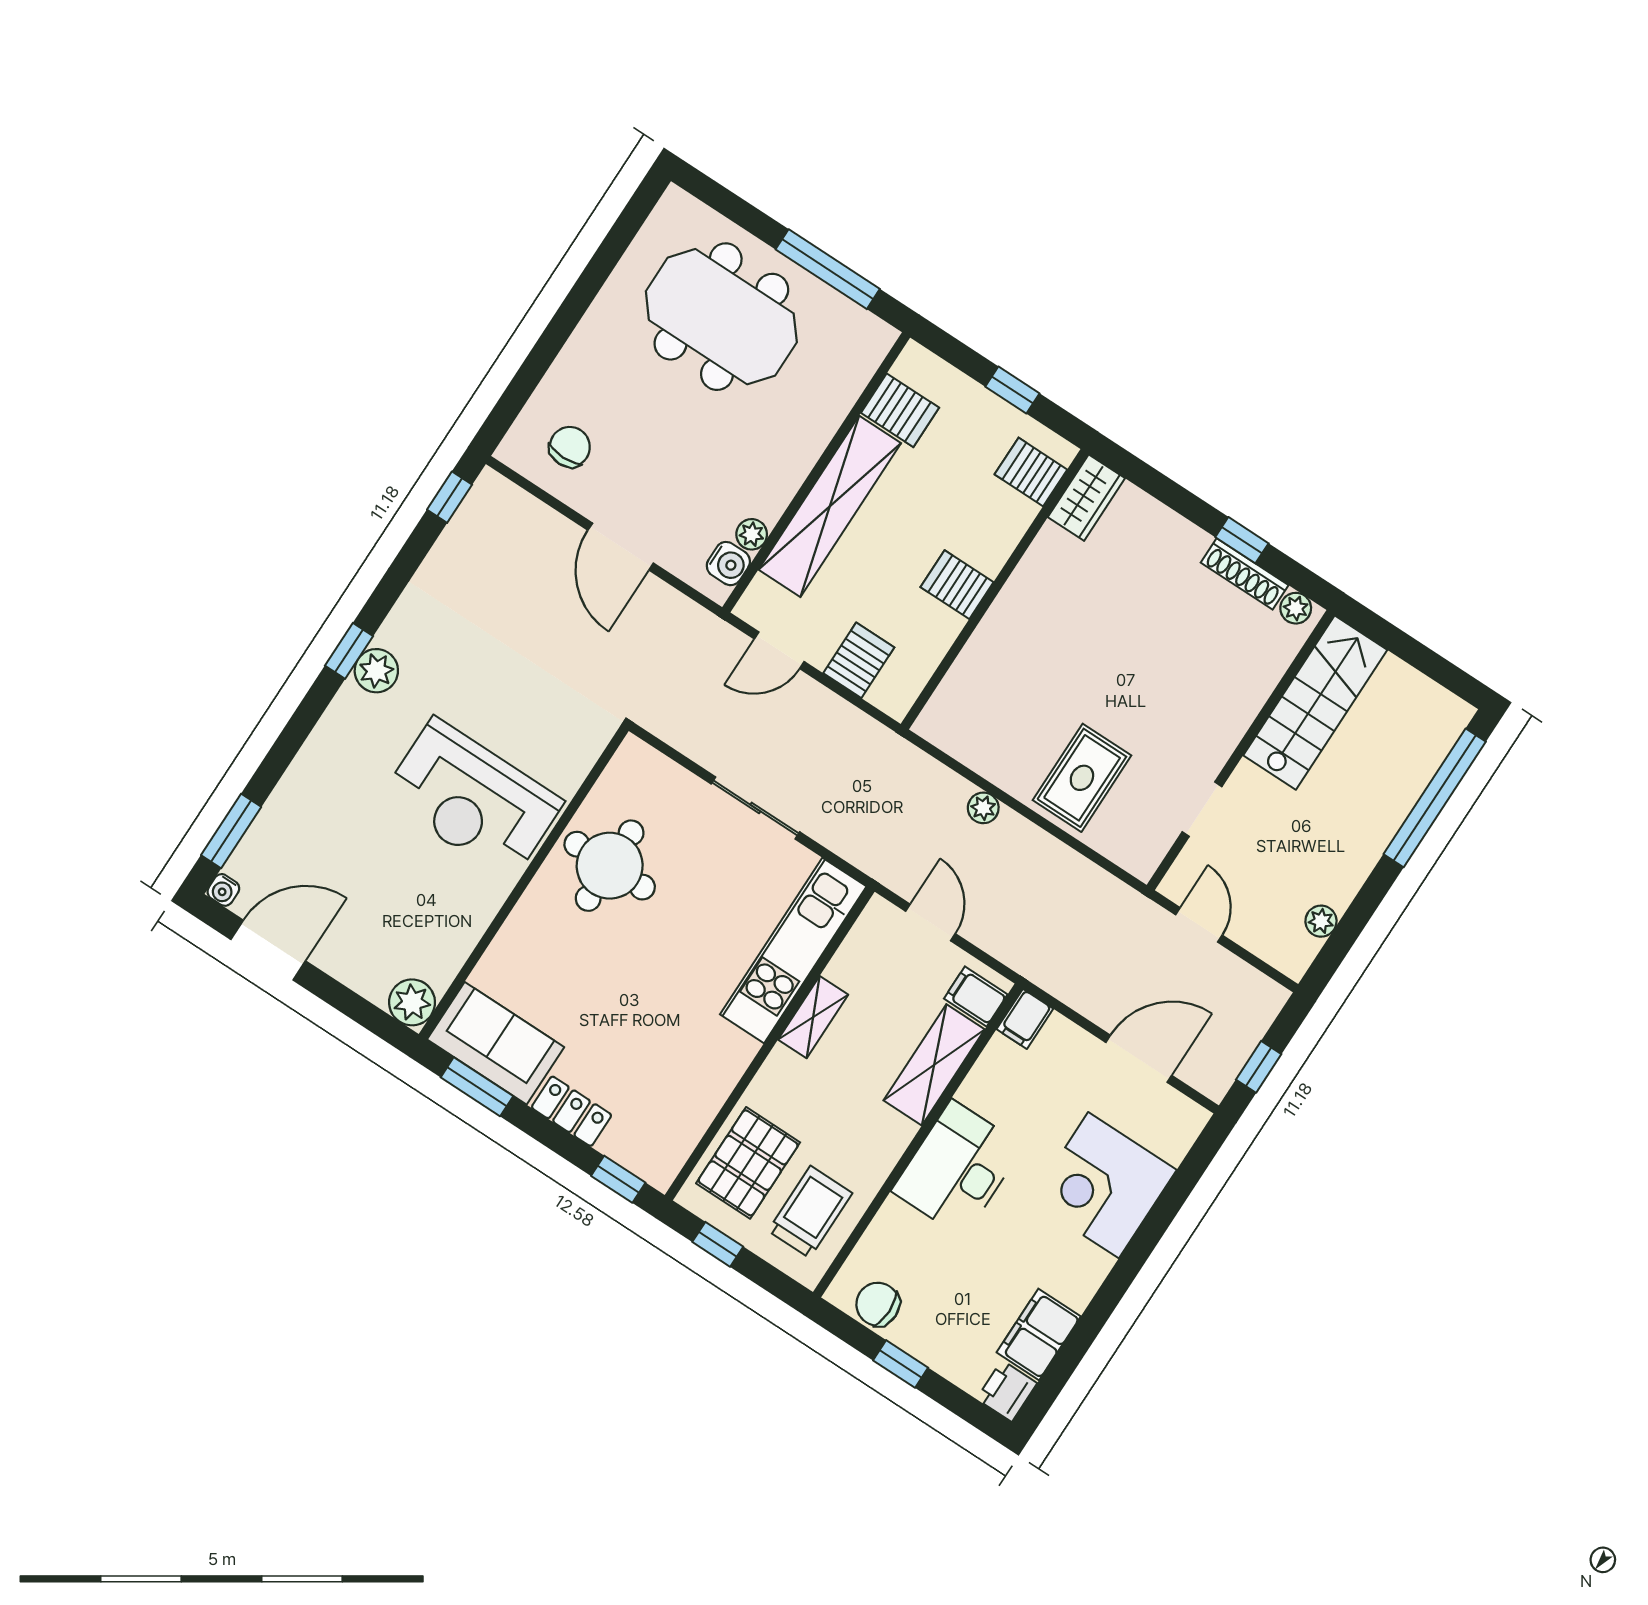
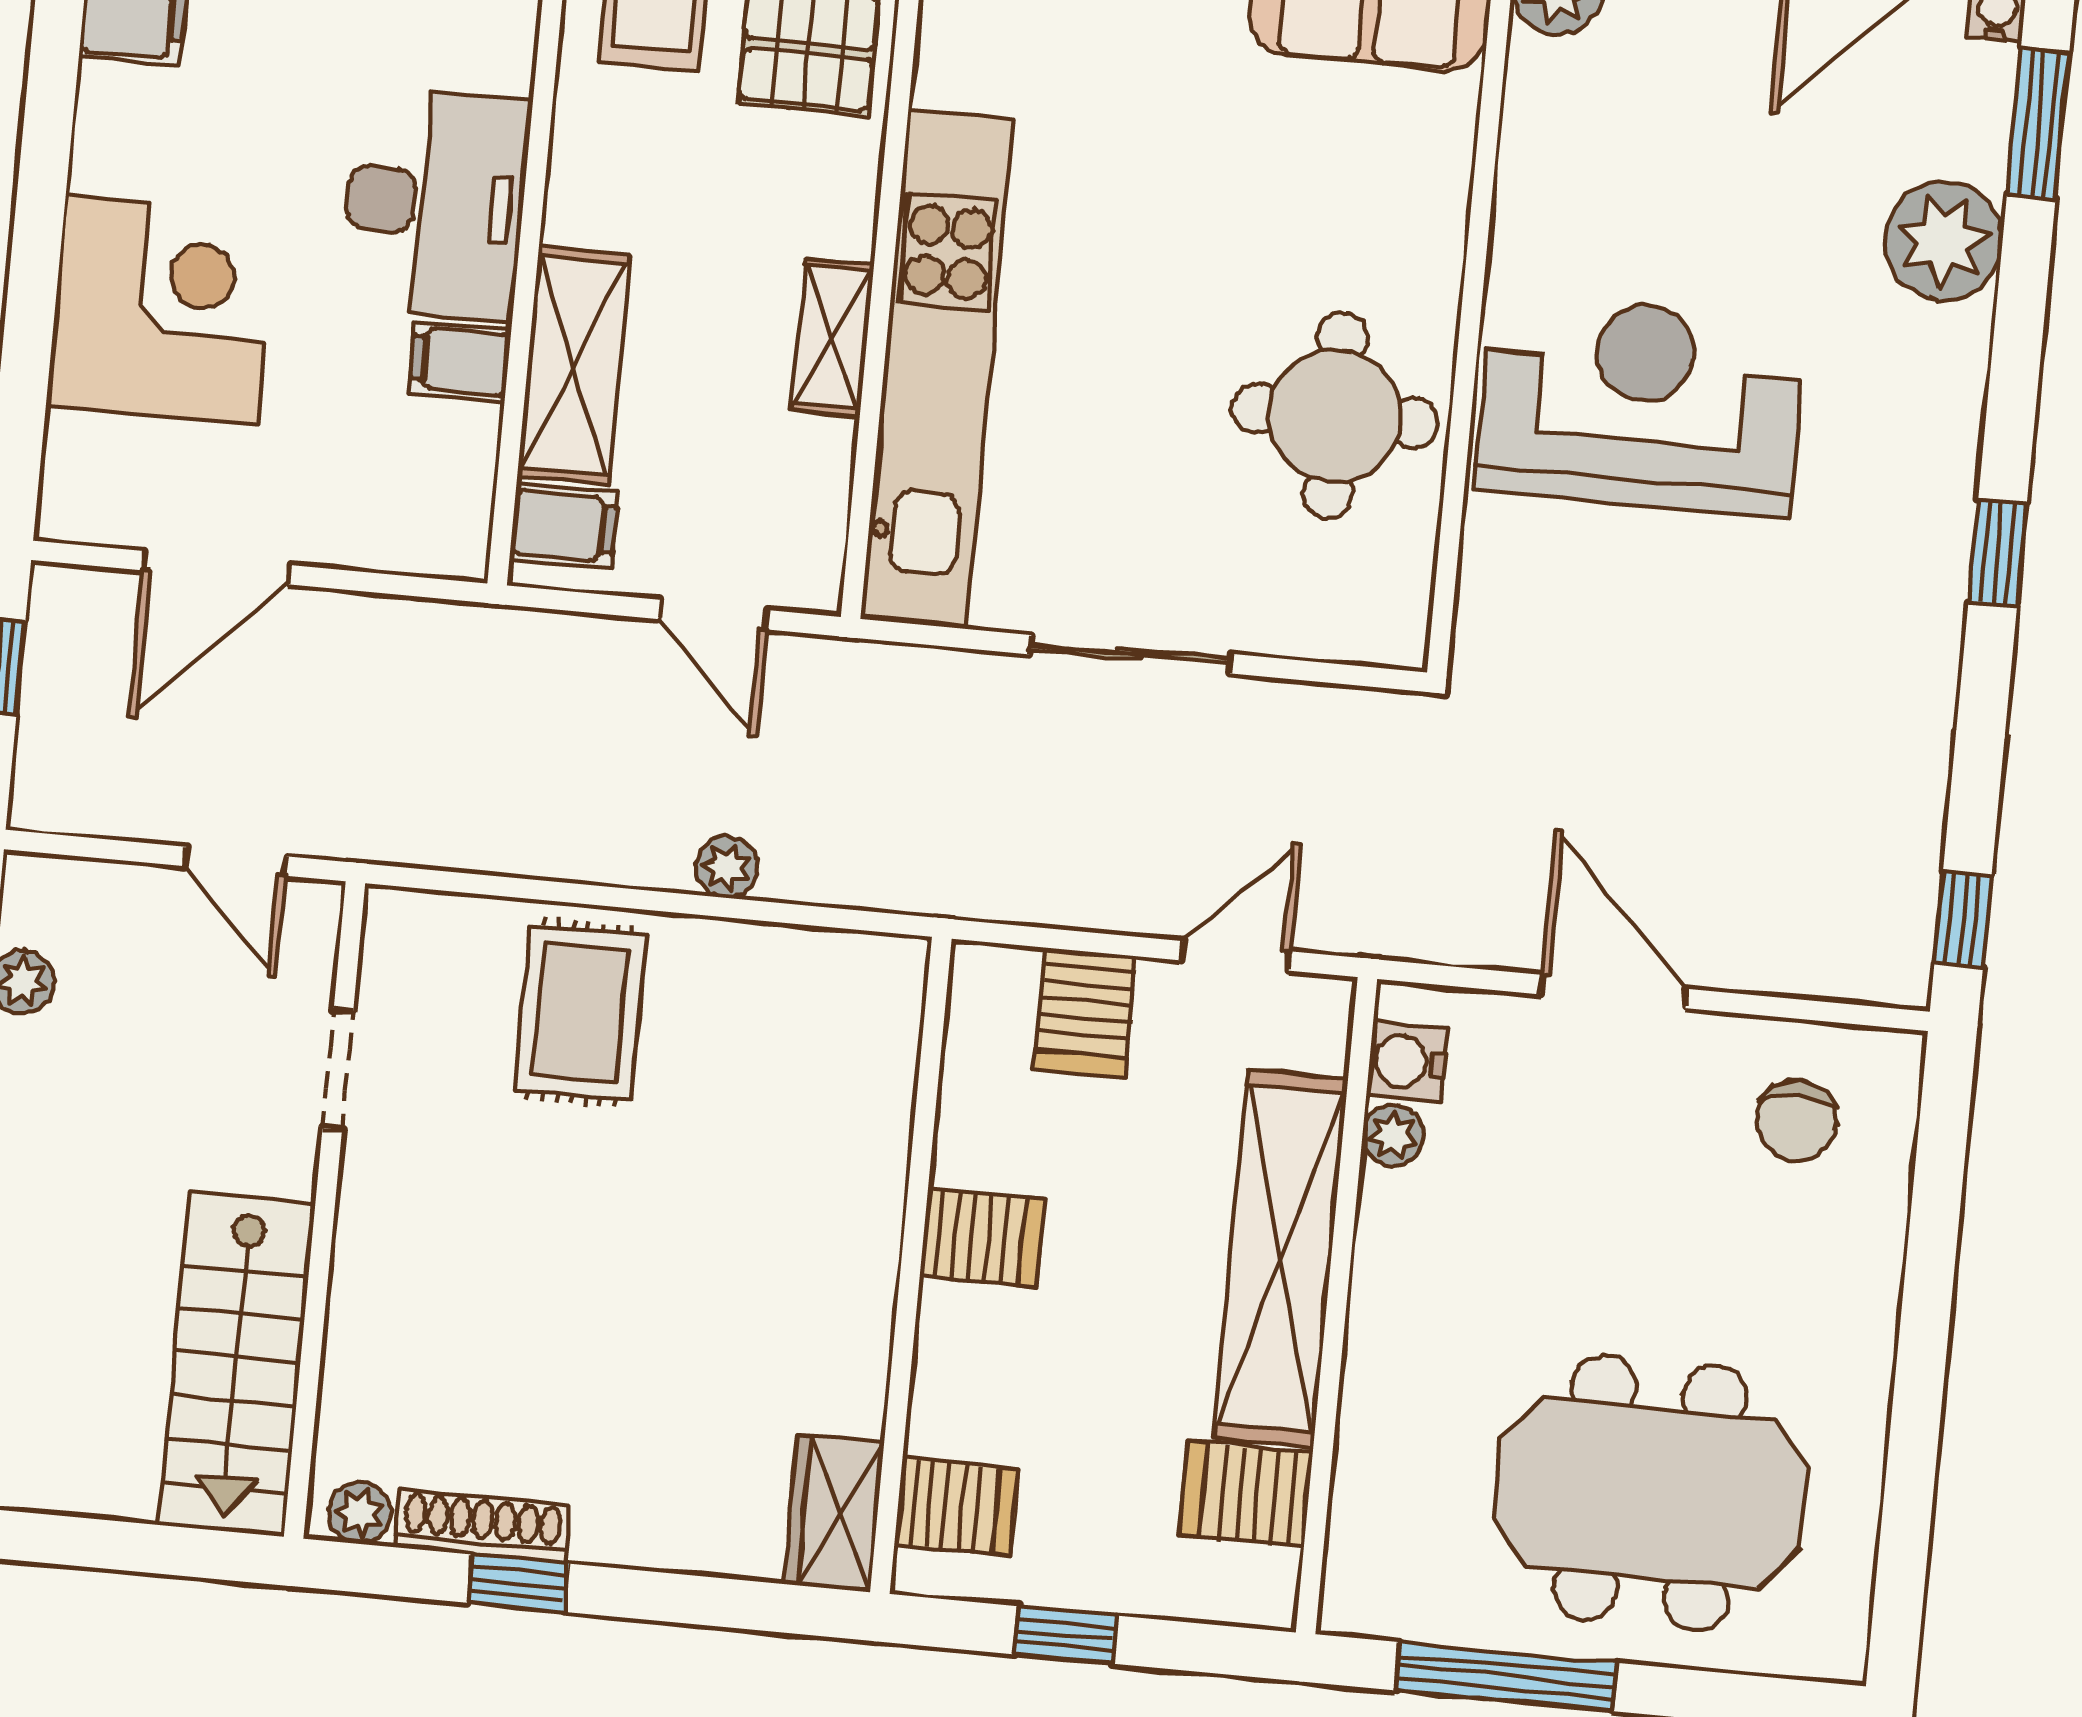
plant: (376, 671) -> (1943, 241), moved, width x1.36, depth x1.36
kitchen unit: (793, 950) -> (937, 369), width x1.36
filing cabinet: (1025, 1019) -> (460, 361), moved, turned -90

